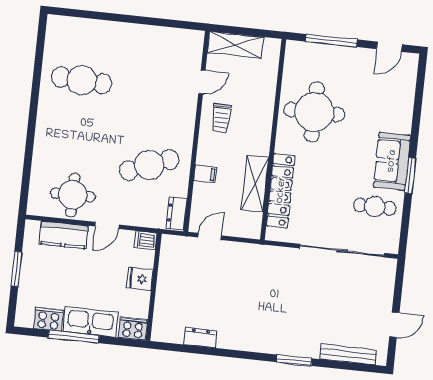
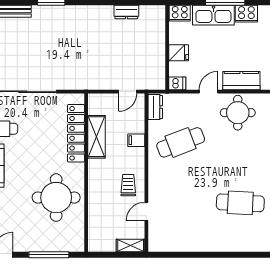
shelving: (235, 45) -> (131, 245), width x0.67, depth x0.75

